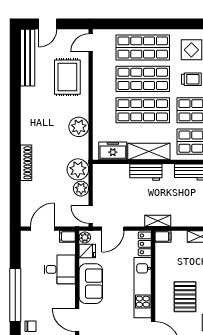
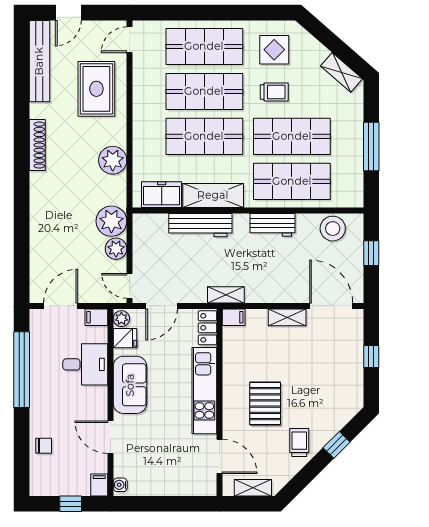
shoe rack: (26, 163) -> (37, 145), moved
workbench: (146, 172) -> (200, 225), width x1.37
window: (15, 295) -> (22, 370), moved

